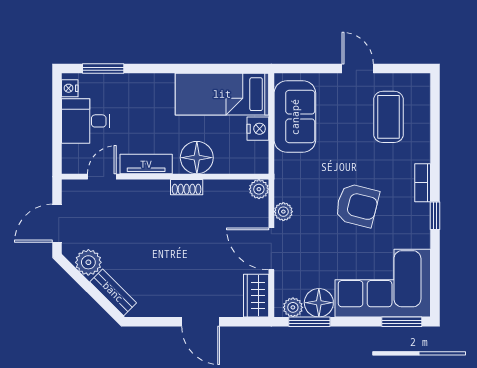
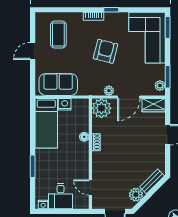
window: (103, 69) -> (33, 166), moved
coffee table: (388, 117) -> (58, 35), turned 90
floor lamp: (197, 158) -> (84, 137), width x0.53, depth x0.53
tv unit: (146, 164) -> (83, 164), removed
plant: (259, 189) -> (101, 108), width x1.88, depth x1.88
floor lamp: (319, 303) -> (158, 72), removed

